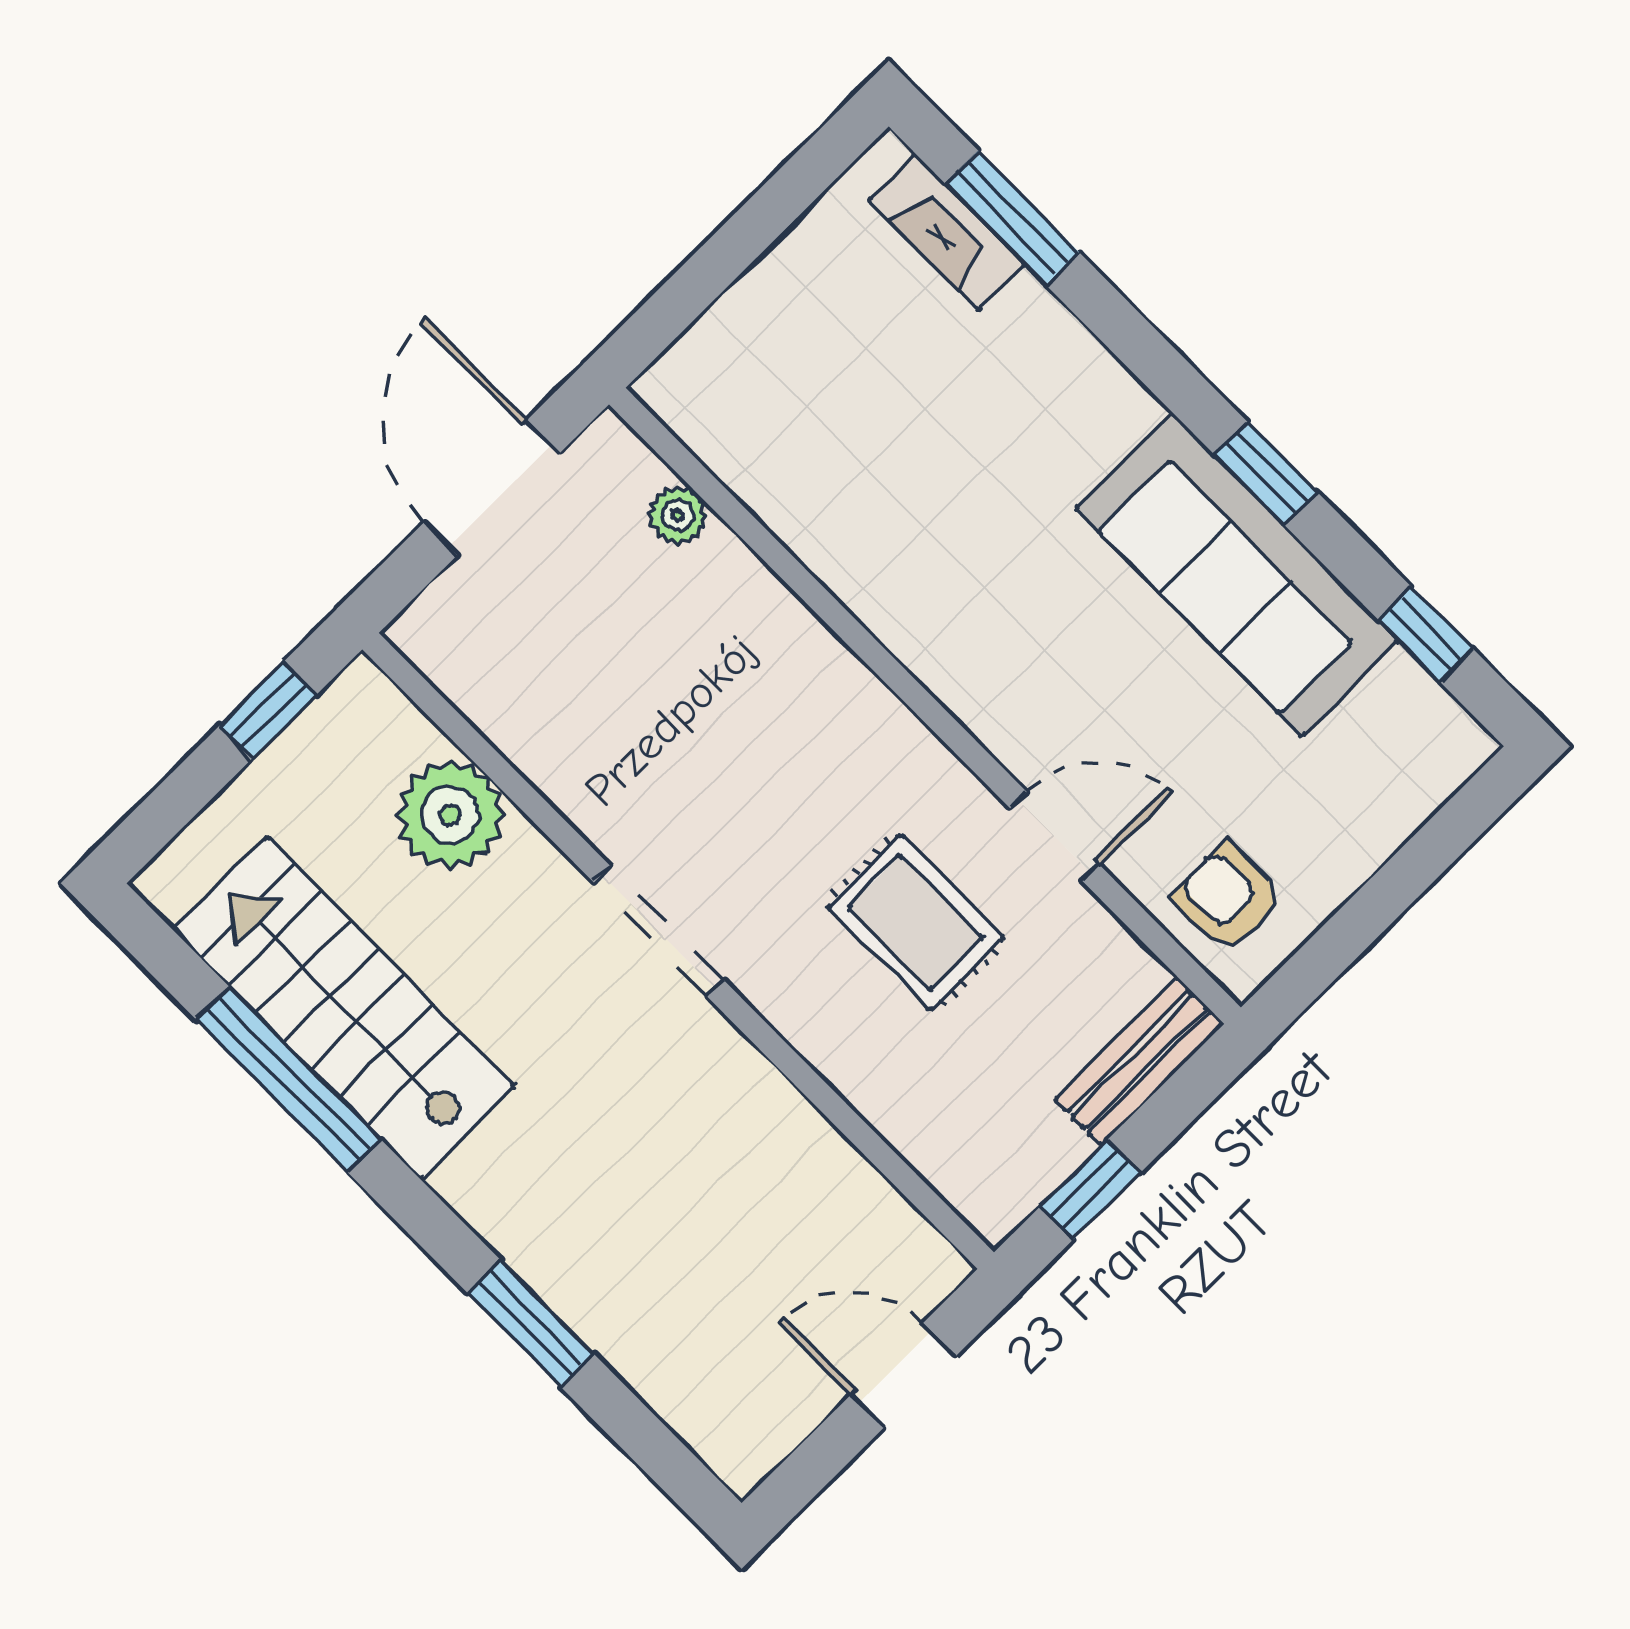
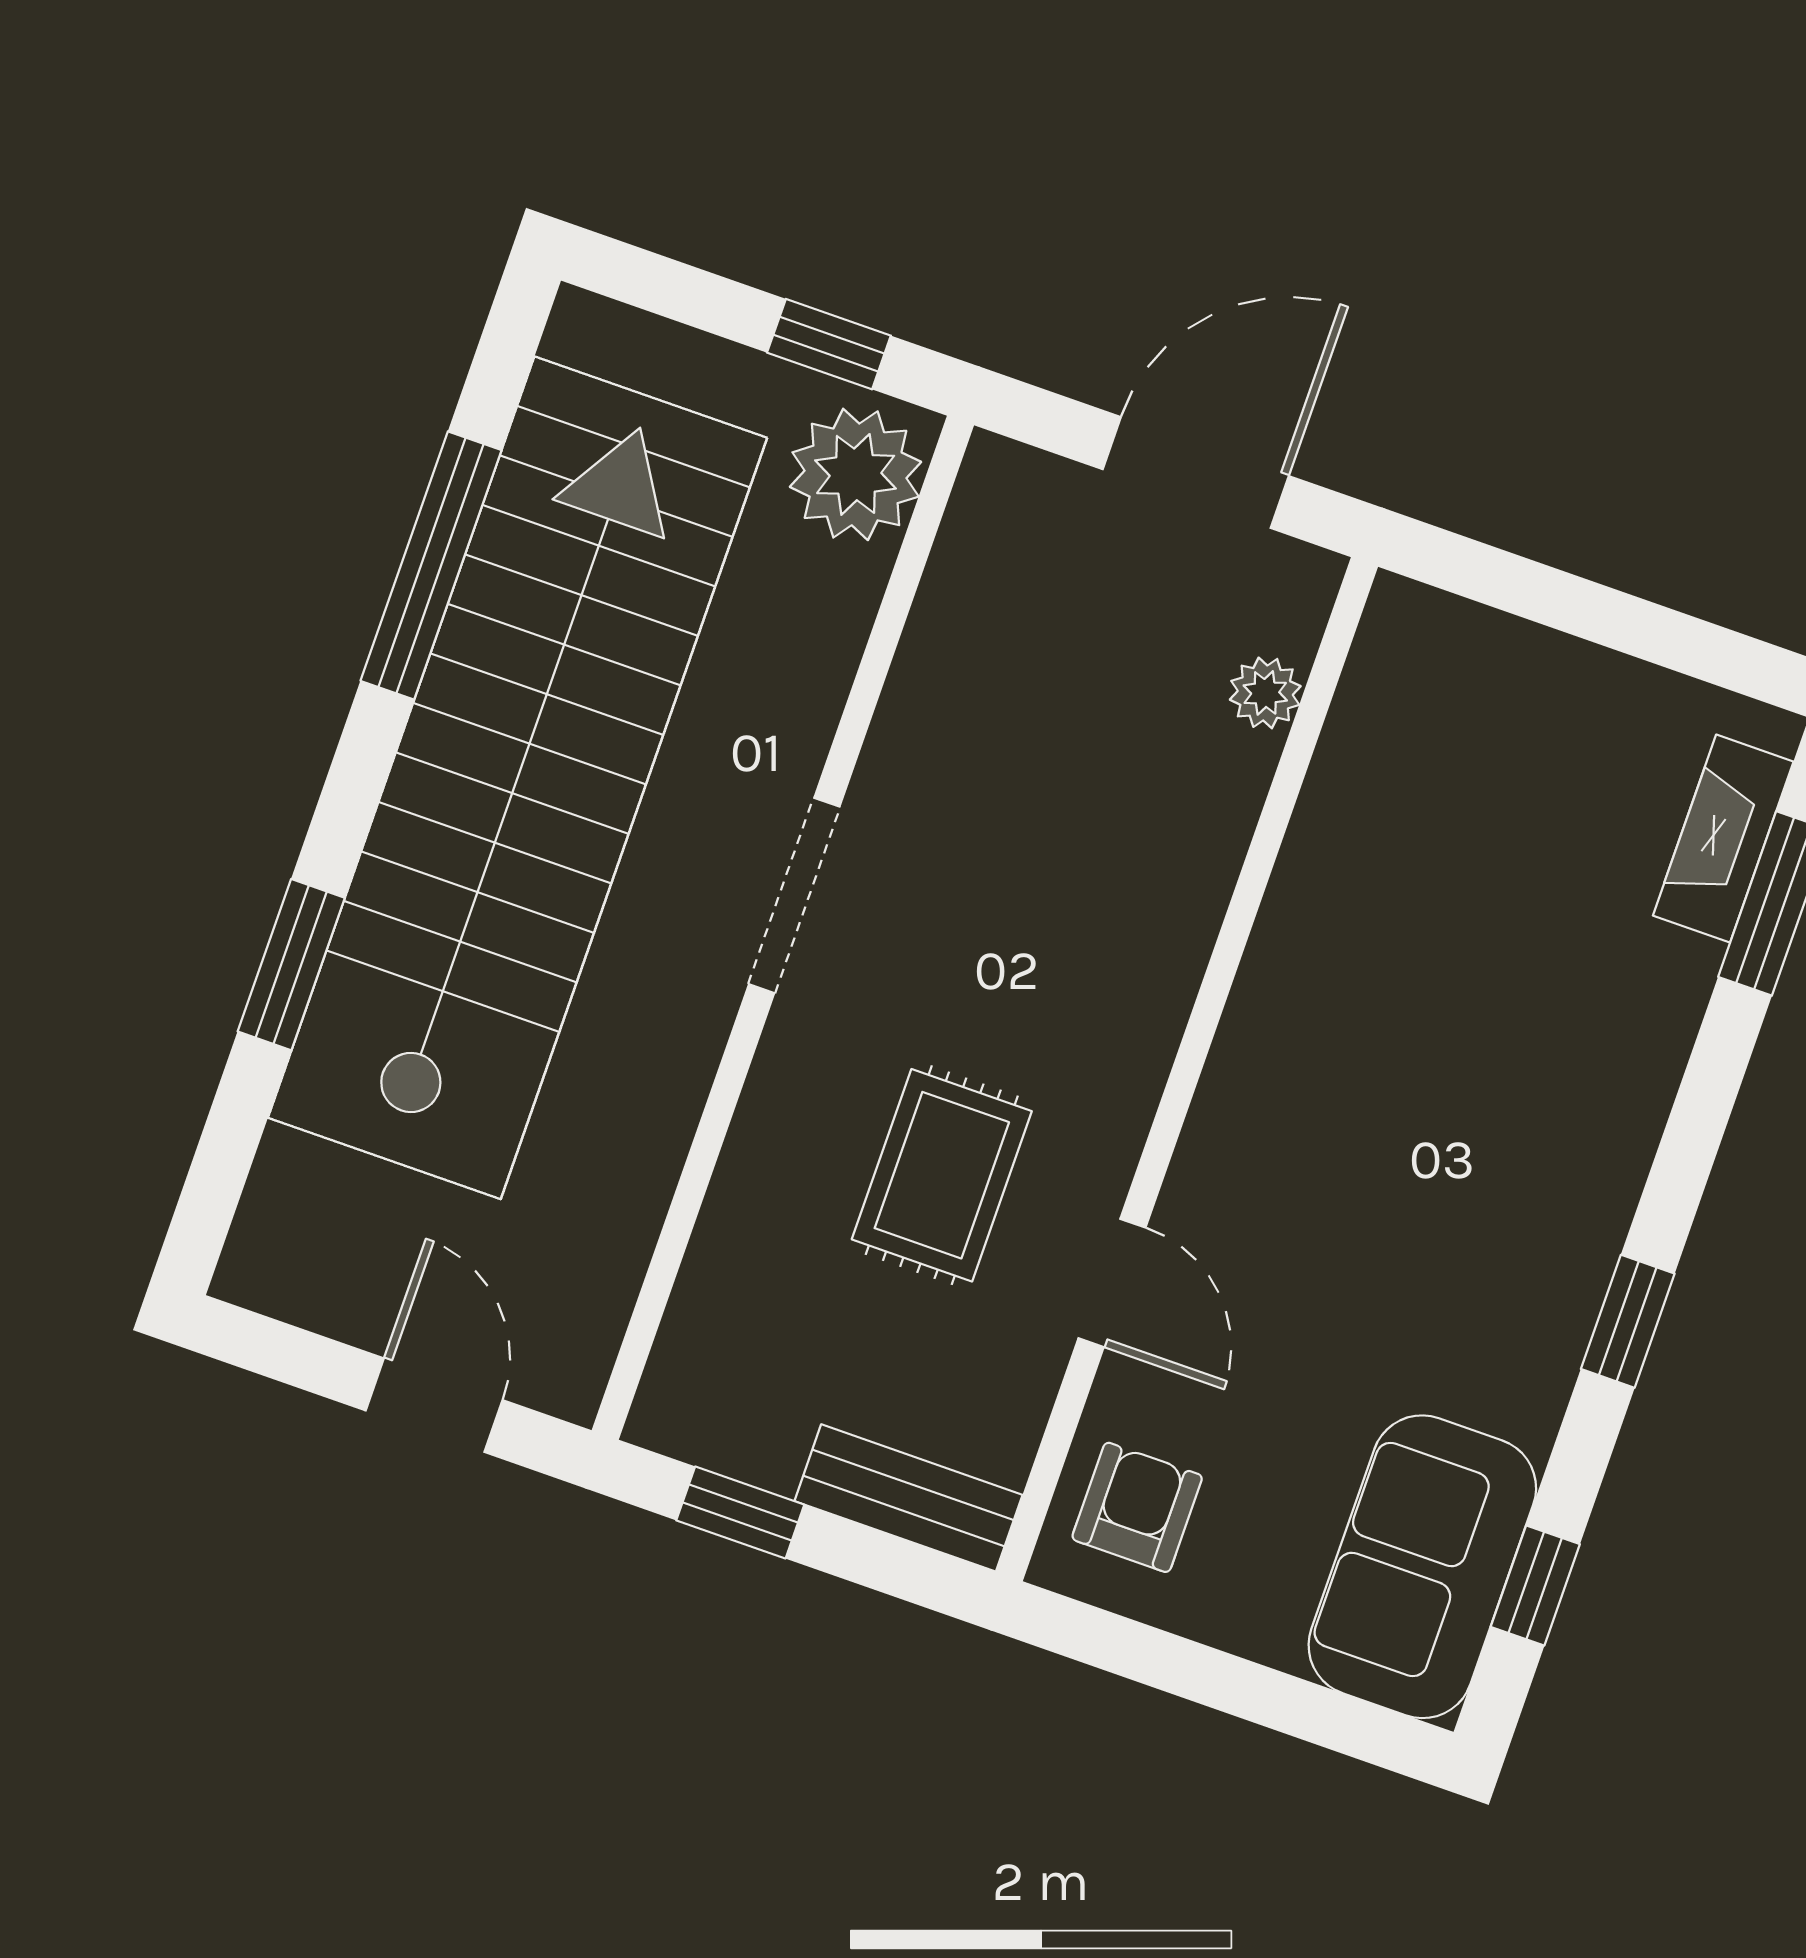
sofa: (1237, 575) -> (1422, 1567), moved, width x0.73
plant: (450, 815) -> (856, 474), moved
stairs: (344, 1008) -> (518, 778), width x1.86, depth x1.51

